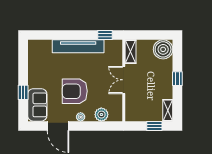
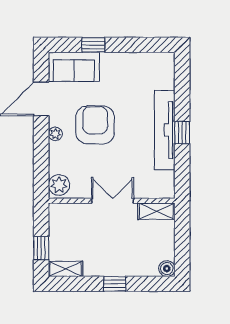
window: (105, 35) -> (182, 133), moved
boiler: (163, 49) -> (167, 269), width x0.54, depth x0.54
plant: (101, 115) -> (59, 185), moved

